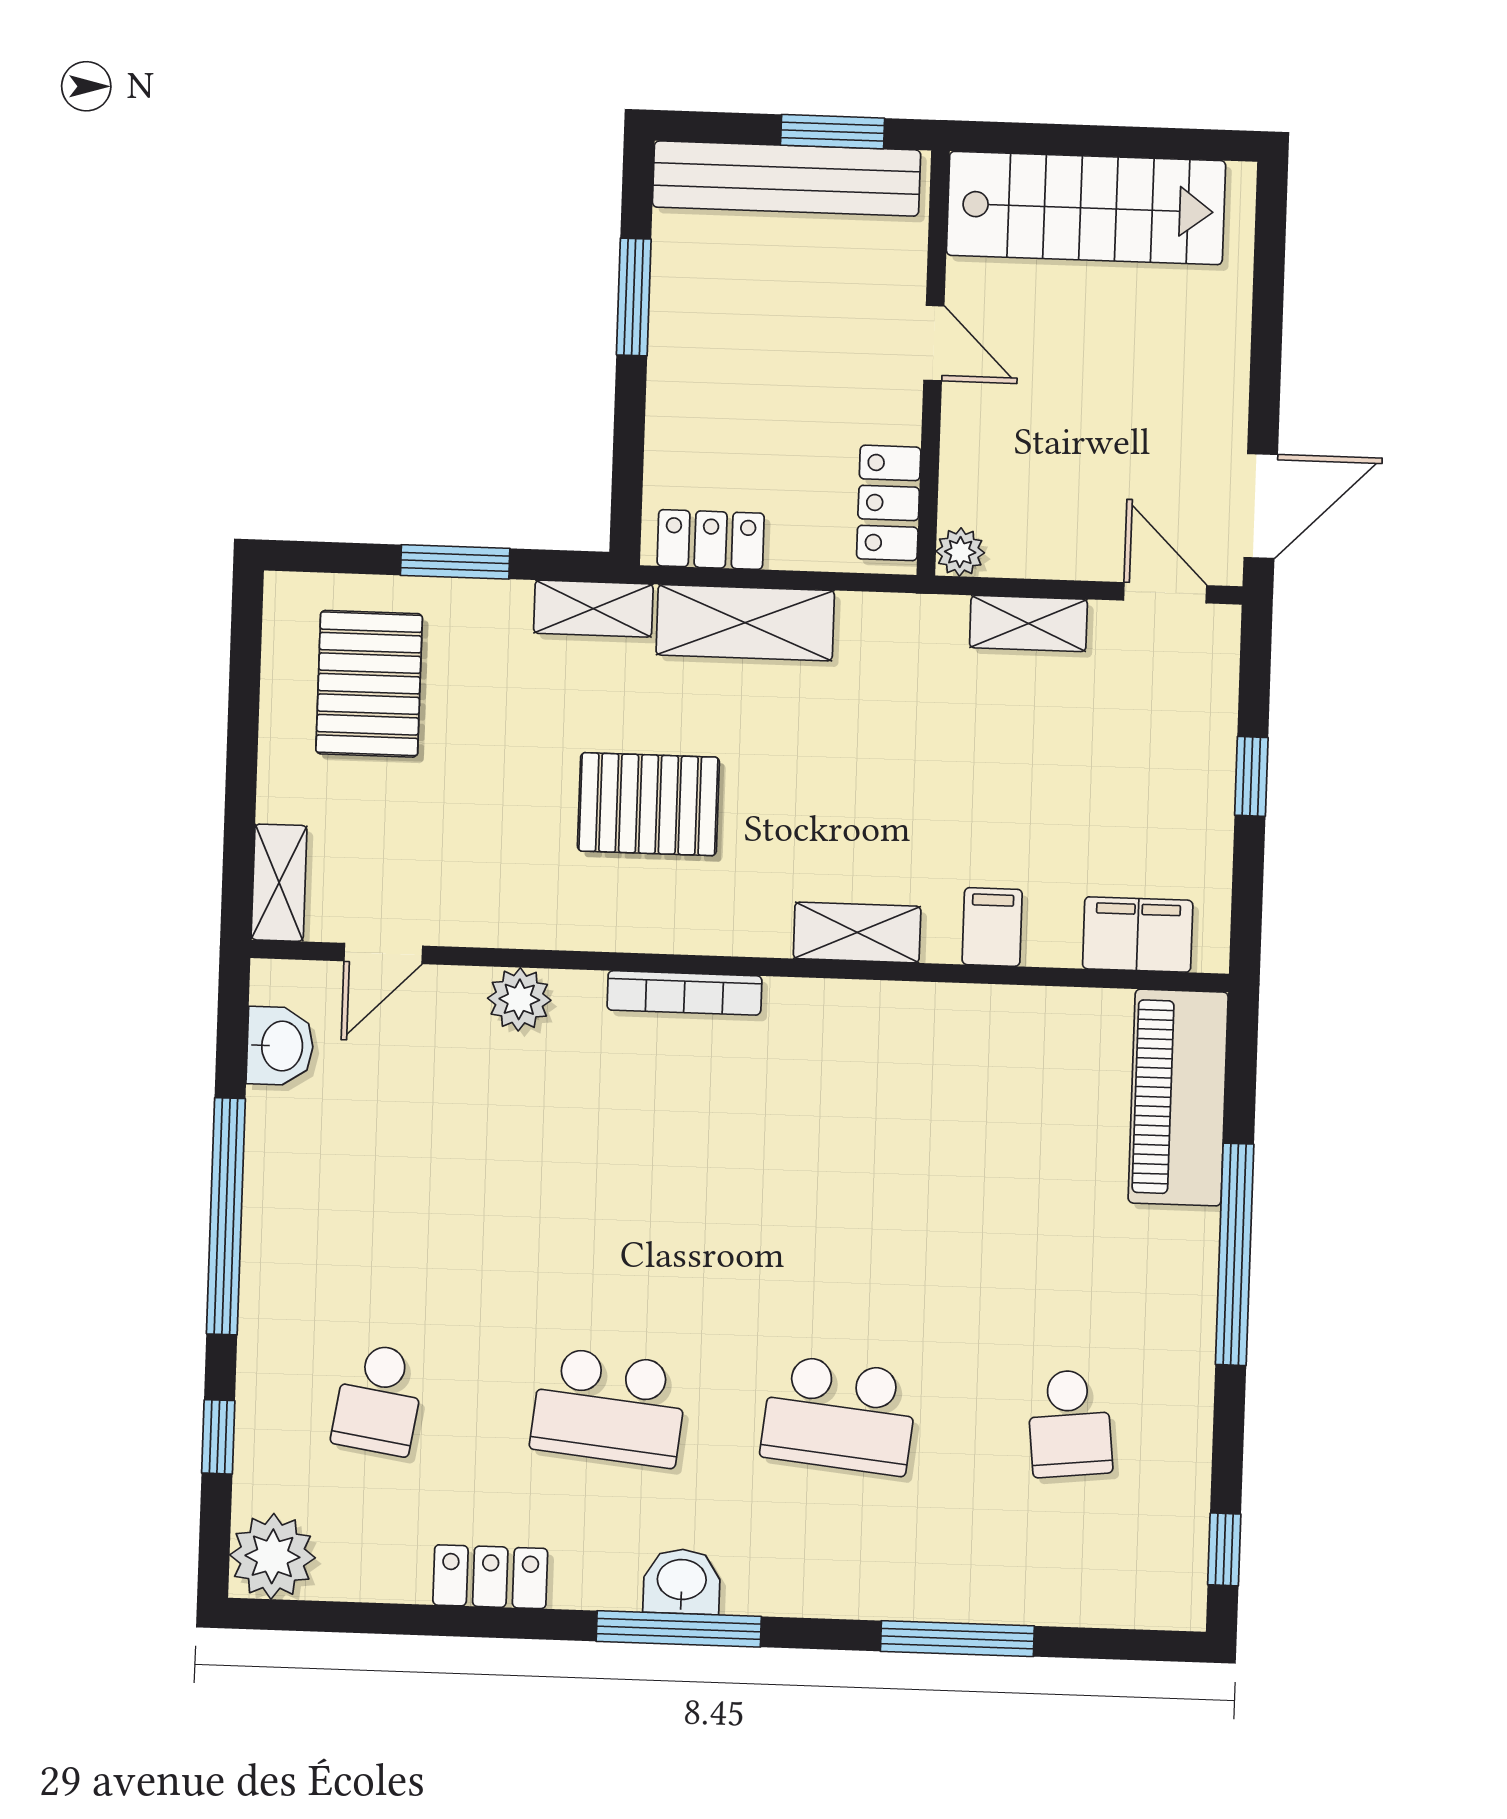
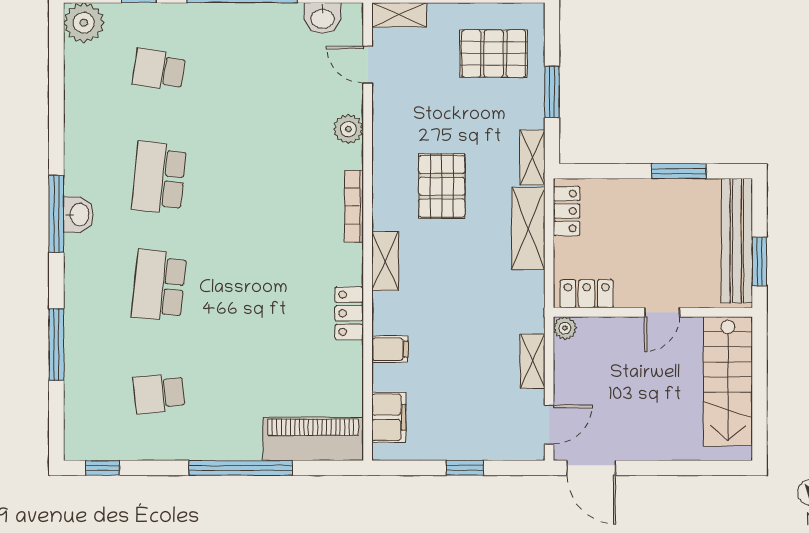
shelving: (857, 932) -> (385, 261), moved
locker: (490, 1577) -> (349, 313), moved, turned 180

